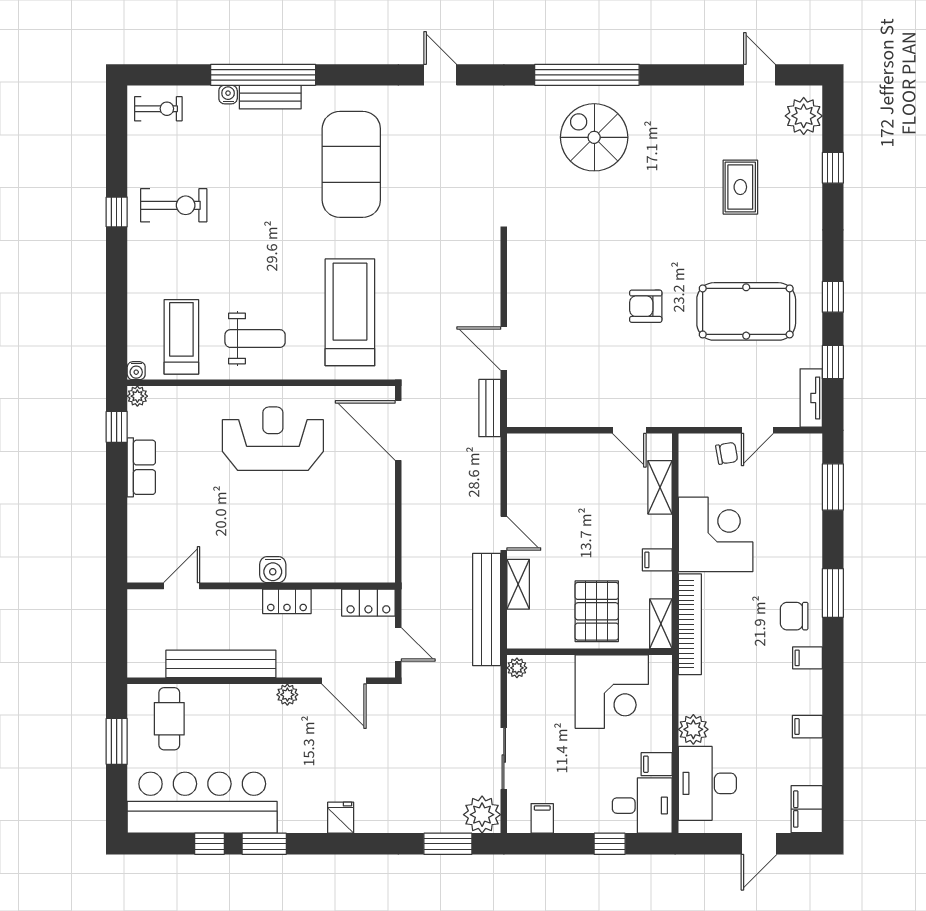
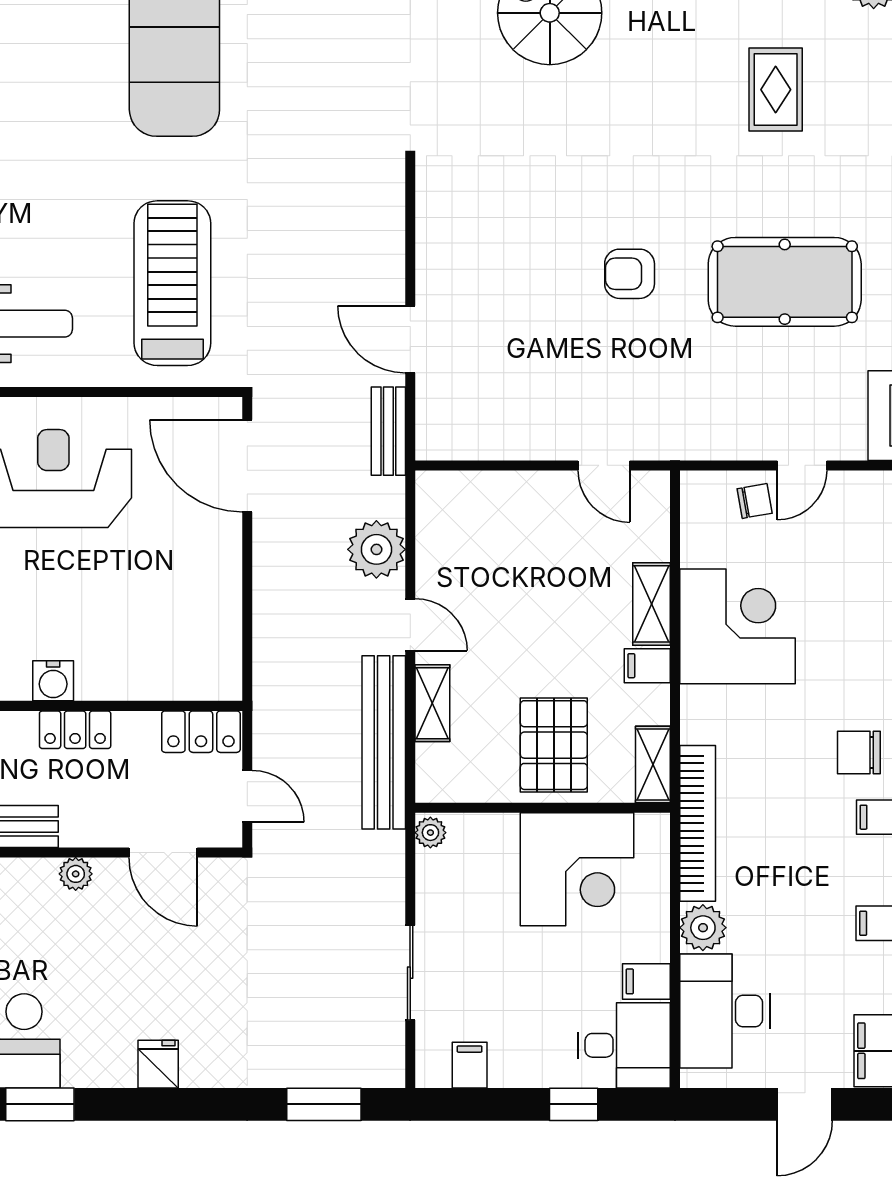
shelving: (660, 487) -> (652, 604), moved
bookcase: (690, 624) -> (698, 823), moved
plant: (482, 815) -> (376, 549), moved

